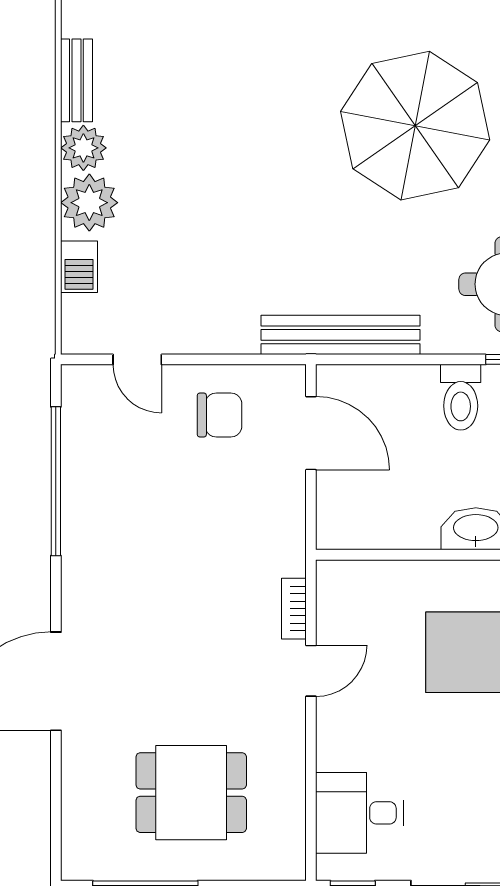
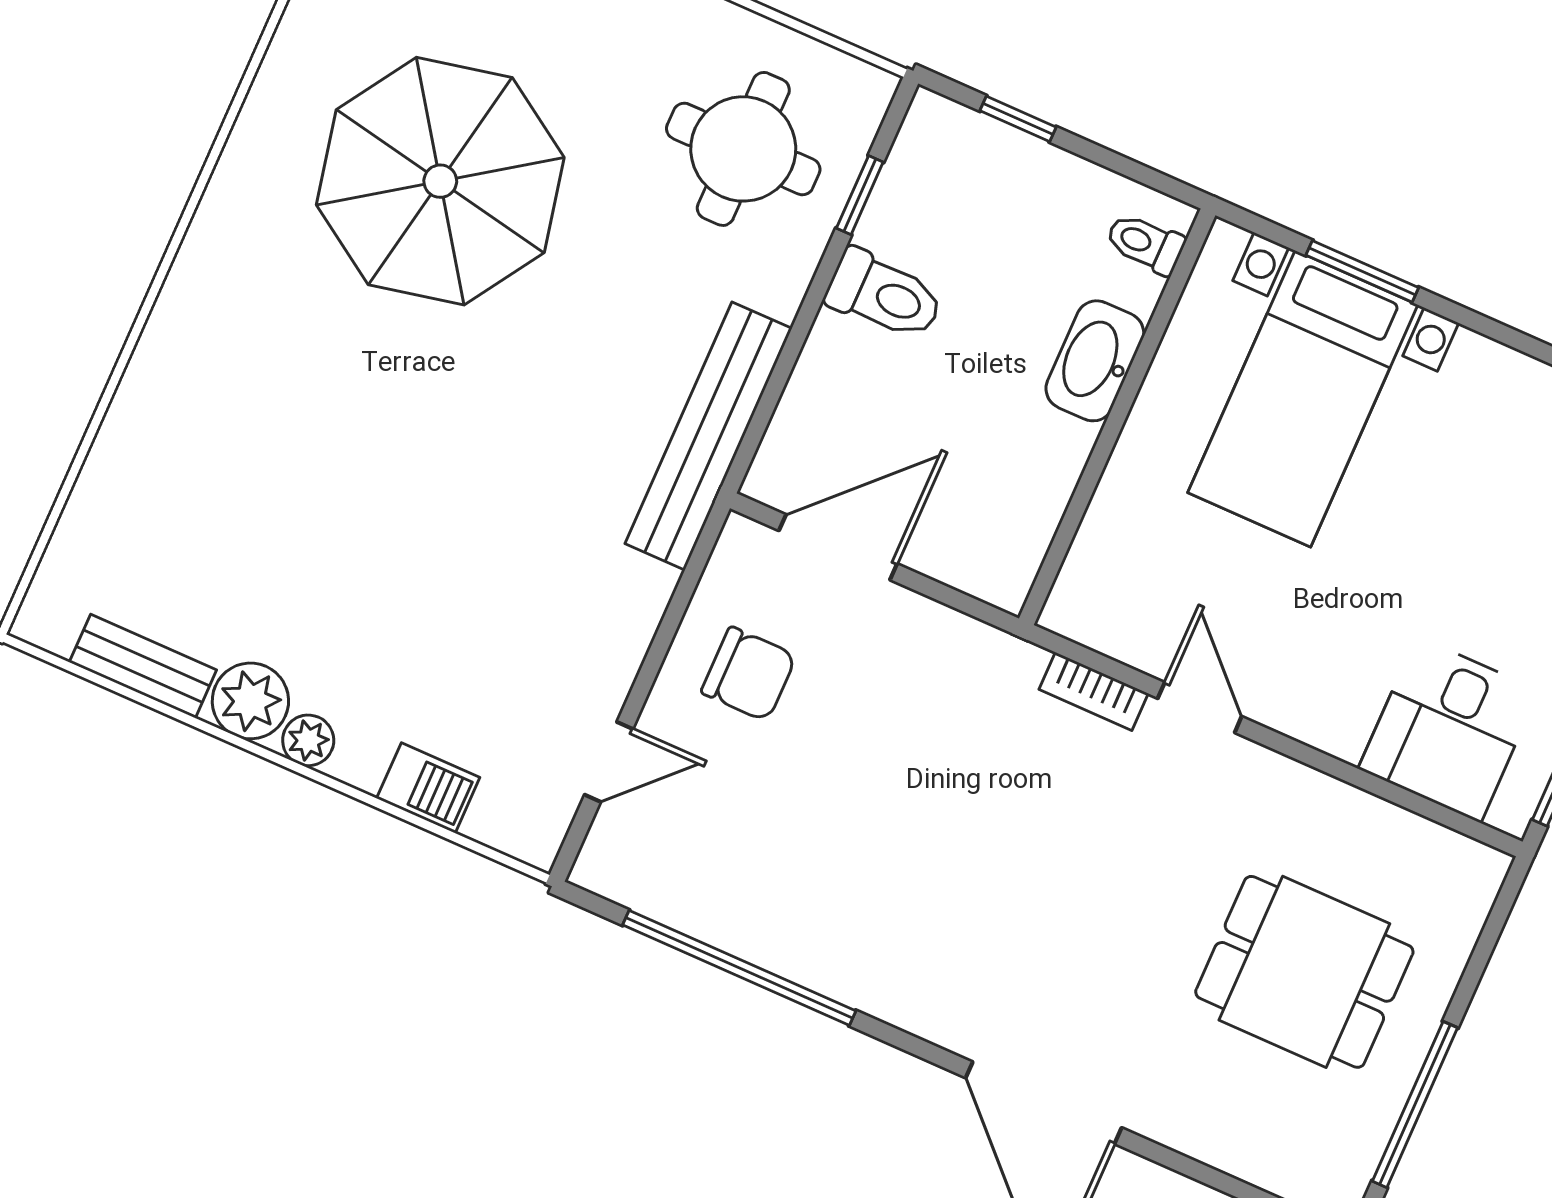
plant: (89, 203) -> (308, 740), width x0.53, depth x0.53
chair: (220, 415) -> (749, 674), turned 90
dining table: (191, 793) -> (1304, 972), turned 90

